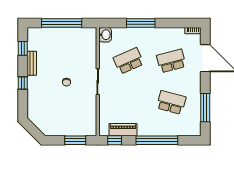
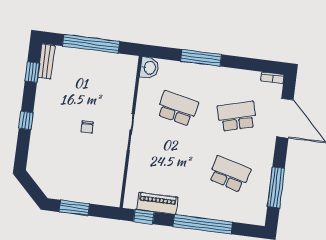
school desk: (129, 61) -> (177, 108), turned 36
bench: (32, 63) -> (46, 61), moved
window: (75, 140) -> (74, 208), moved

